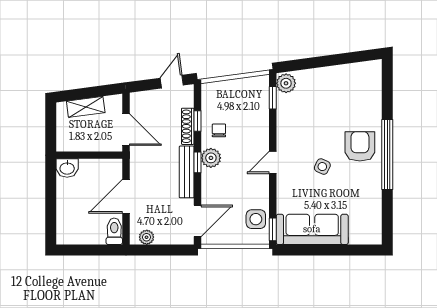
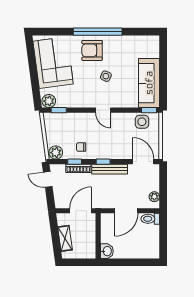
corner sofa: (342, 89) -> (53, 63), added
plant: (211, 158) -> (56, 153), moved
door: (126, 196) -> (126, 211), hinge flipped

